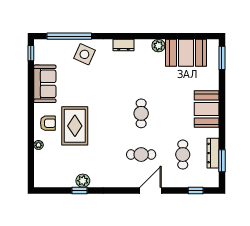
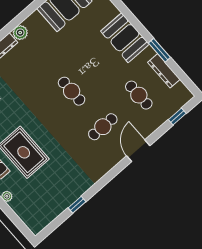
plant: (158, 46) -> (20, 33), moved
window: (222, 161) -> (159, 50), moved
plant: (83, 181) -> (72, 194), removed

